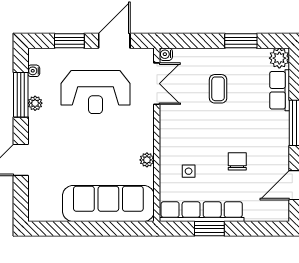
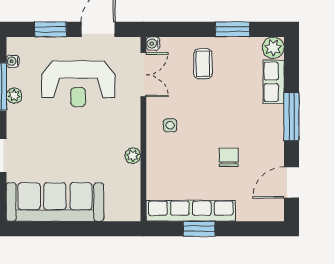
coffee table: (218, 89) -> (203, 64), moved
side table: (189, 171) -> (170, 125), moved
sofa: (108, 203) -> (55, 202), moved

